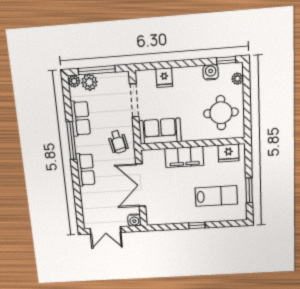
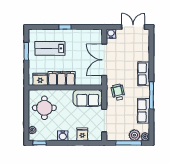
water cooler: (211, 72) -> (63, 136), moved
filing cabinet: (184, 157) -> (61, 78), moved
double door: (141, 185) -> (104, 60), swing flipped

